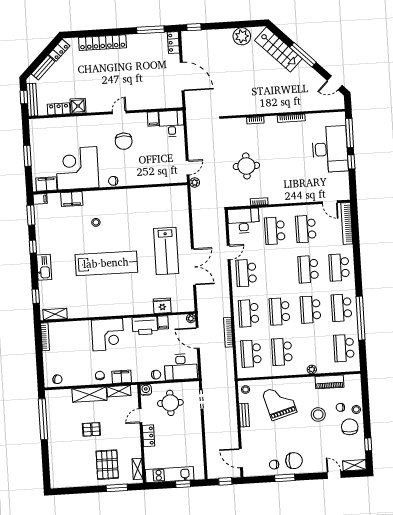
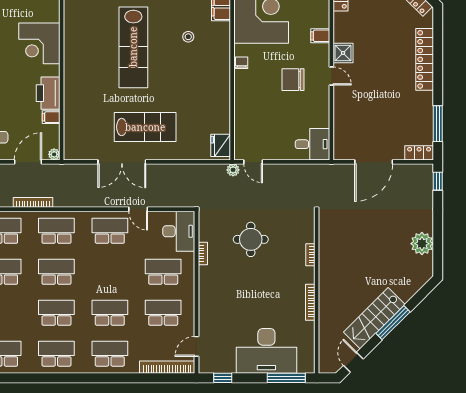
stairs: (278, 50) -> (374, 318), moved
shower: (78, 106) -> (343, 53), moved
filing cabinet: (153, 119) -> (320, 36), moved
window: (351, 162) -> (223, 378), moved
lab bench: (166, 251) -> (145, 127), turned 180
fridge: (162, 306) -> (221, 145), moved, turned 180
window: (361, 318) -> (41, 378), removed

